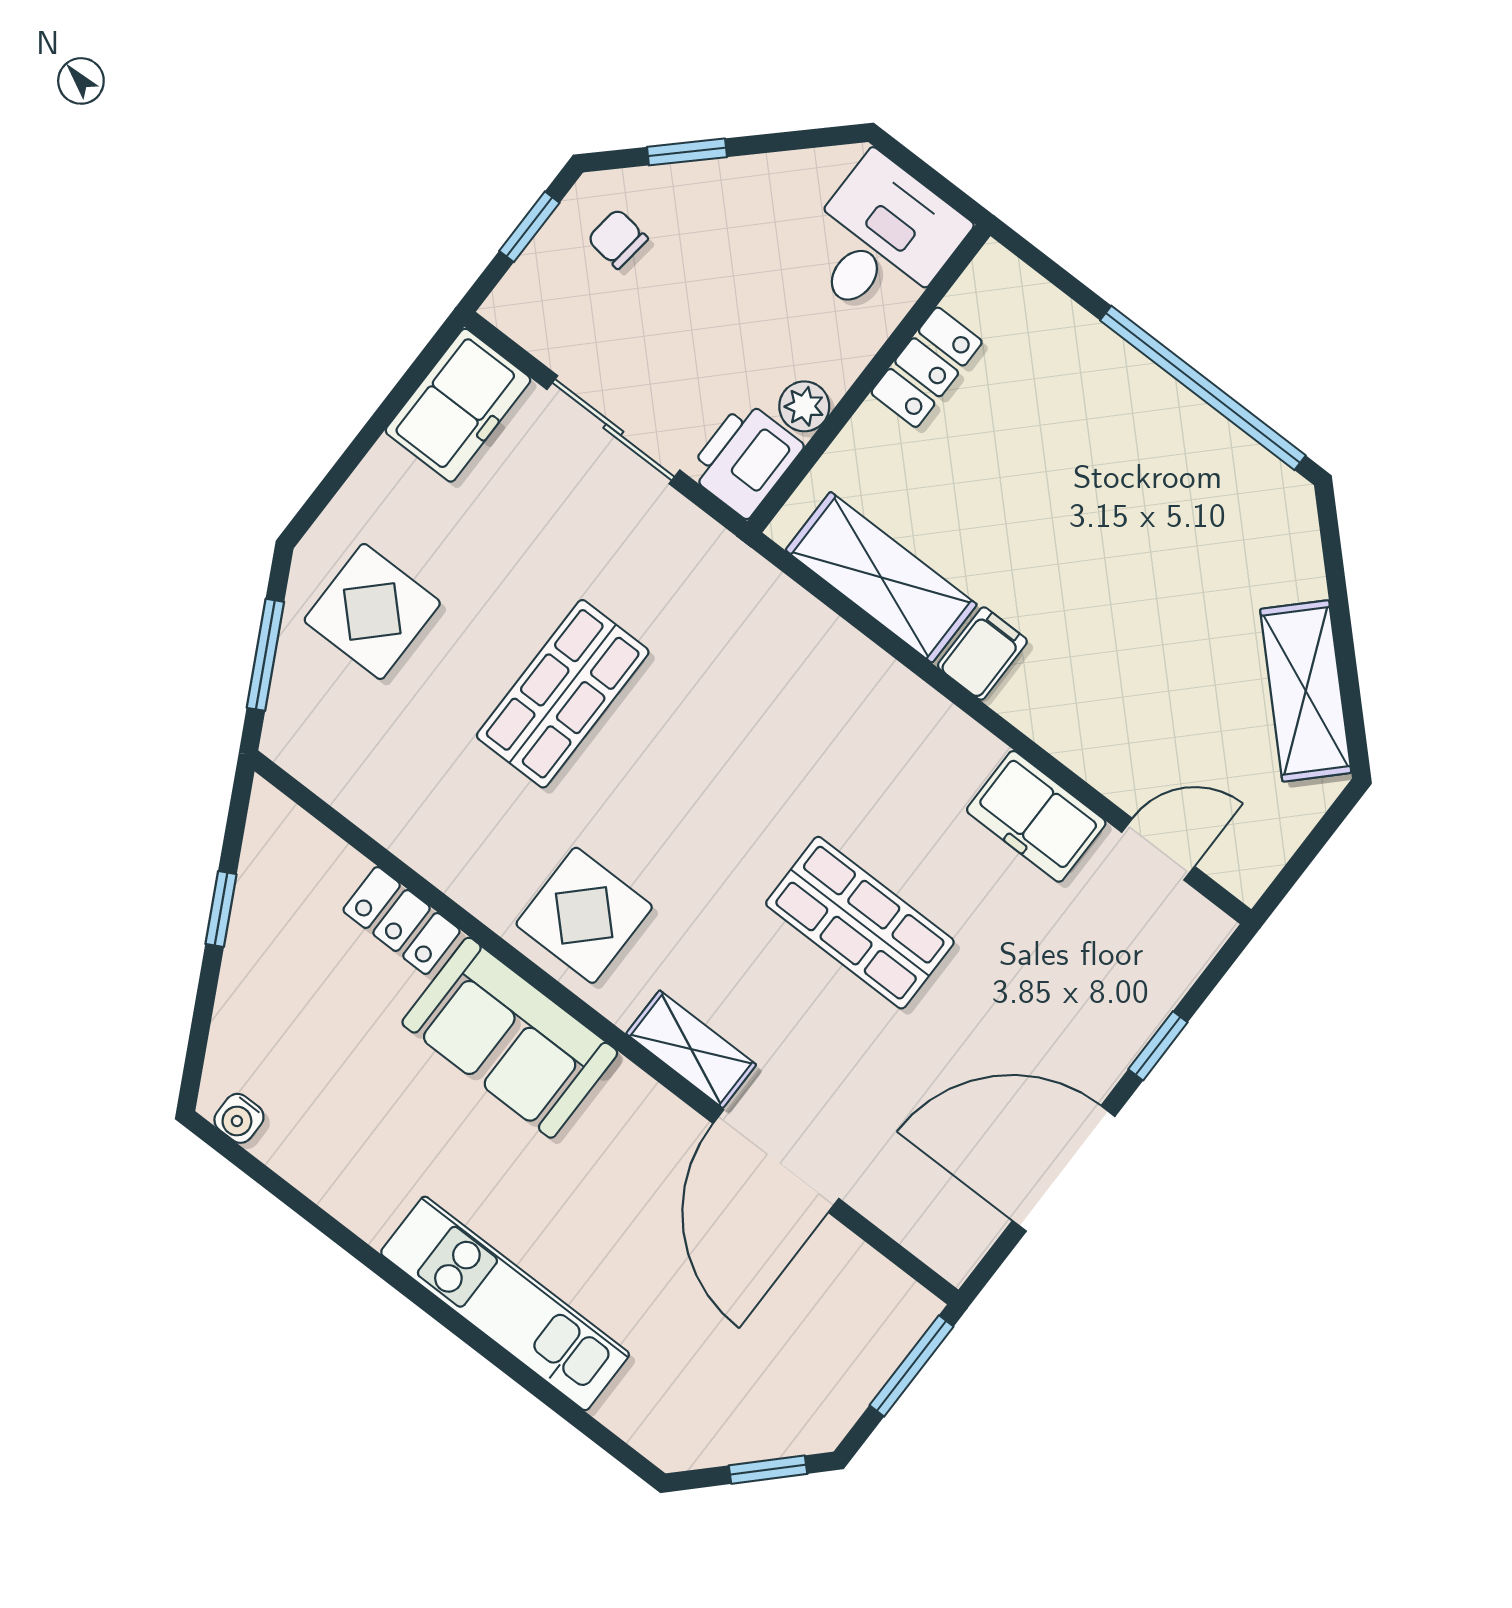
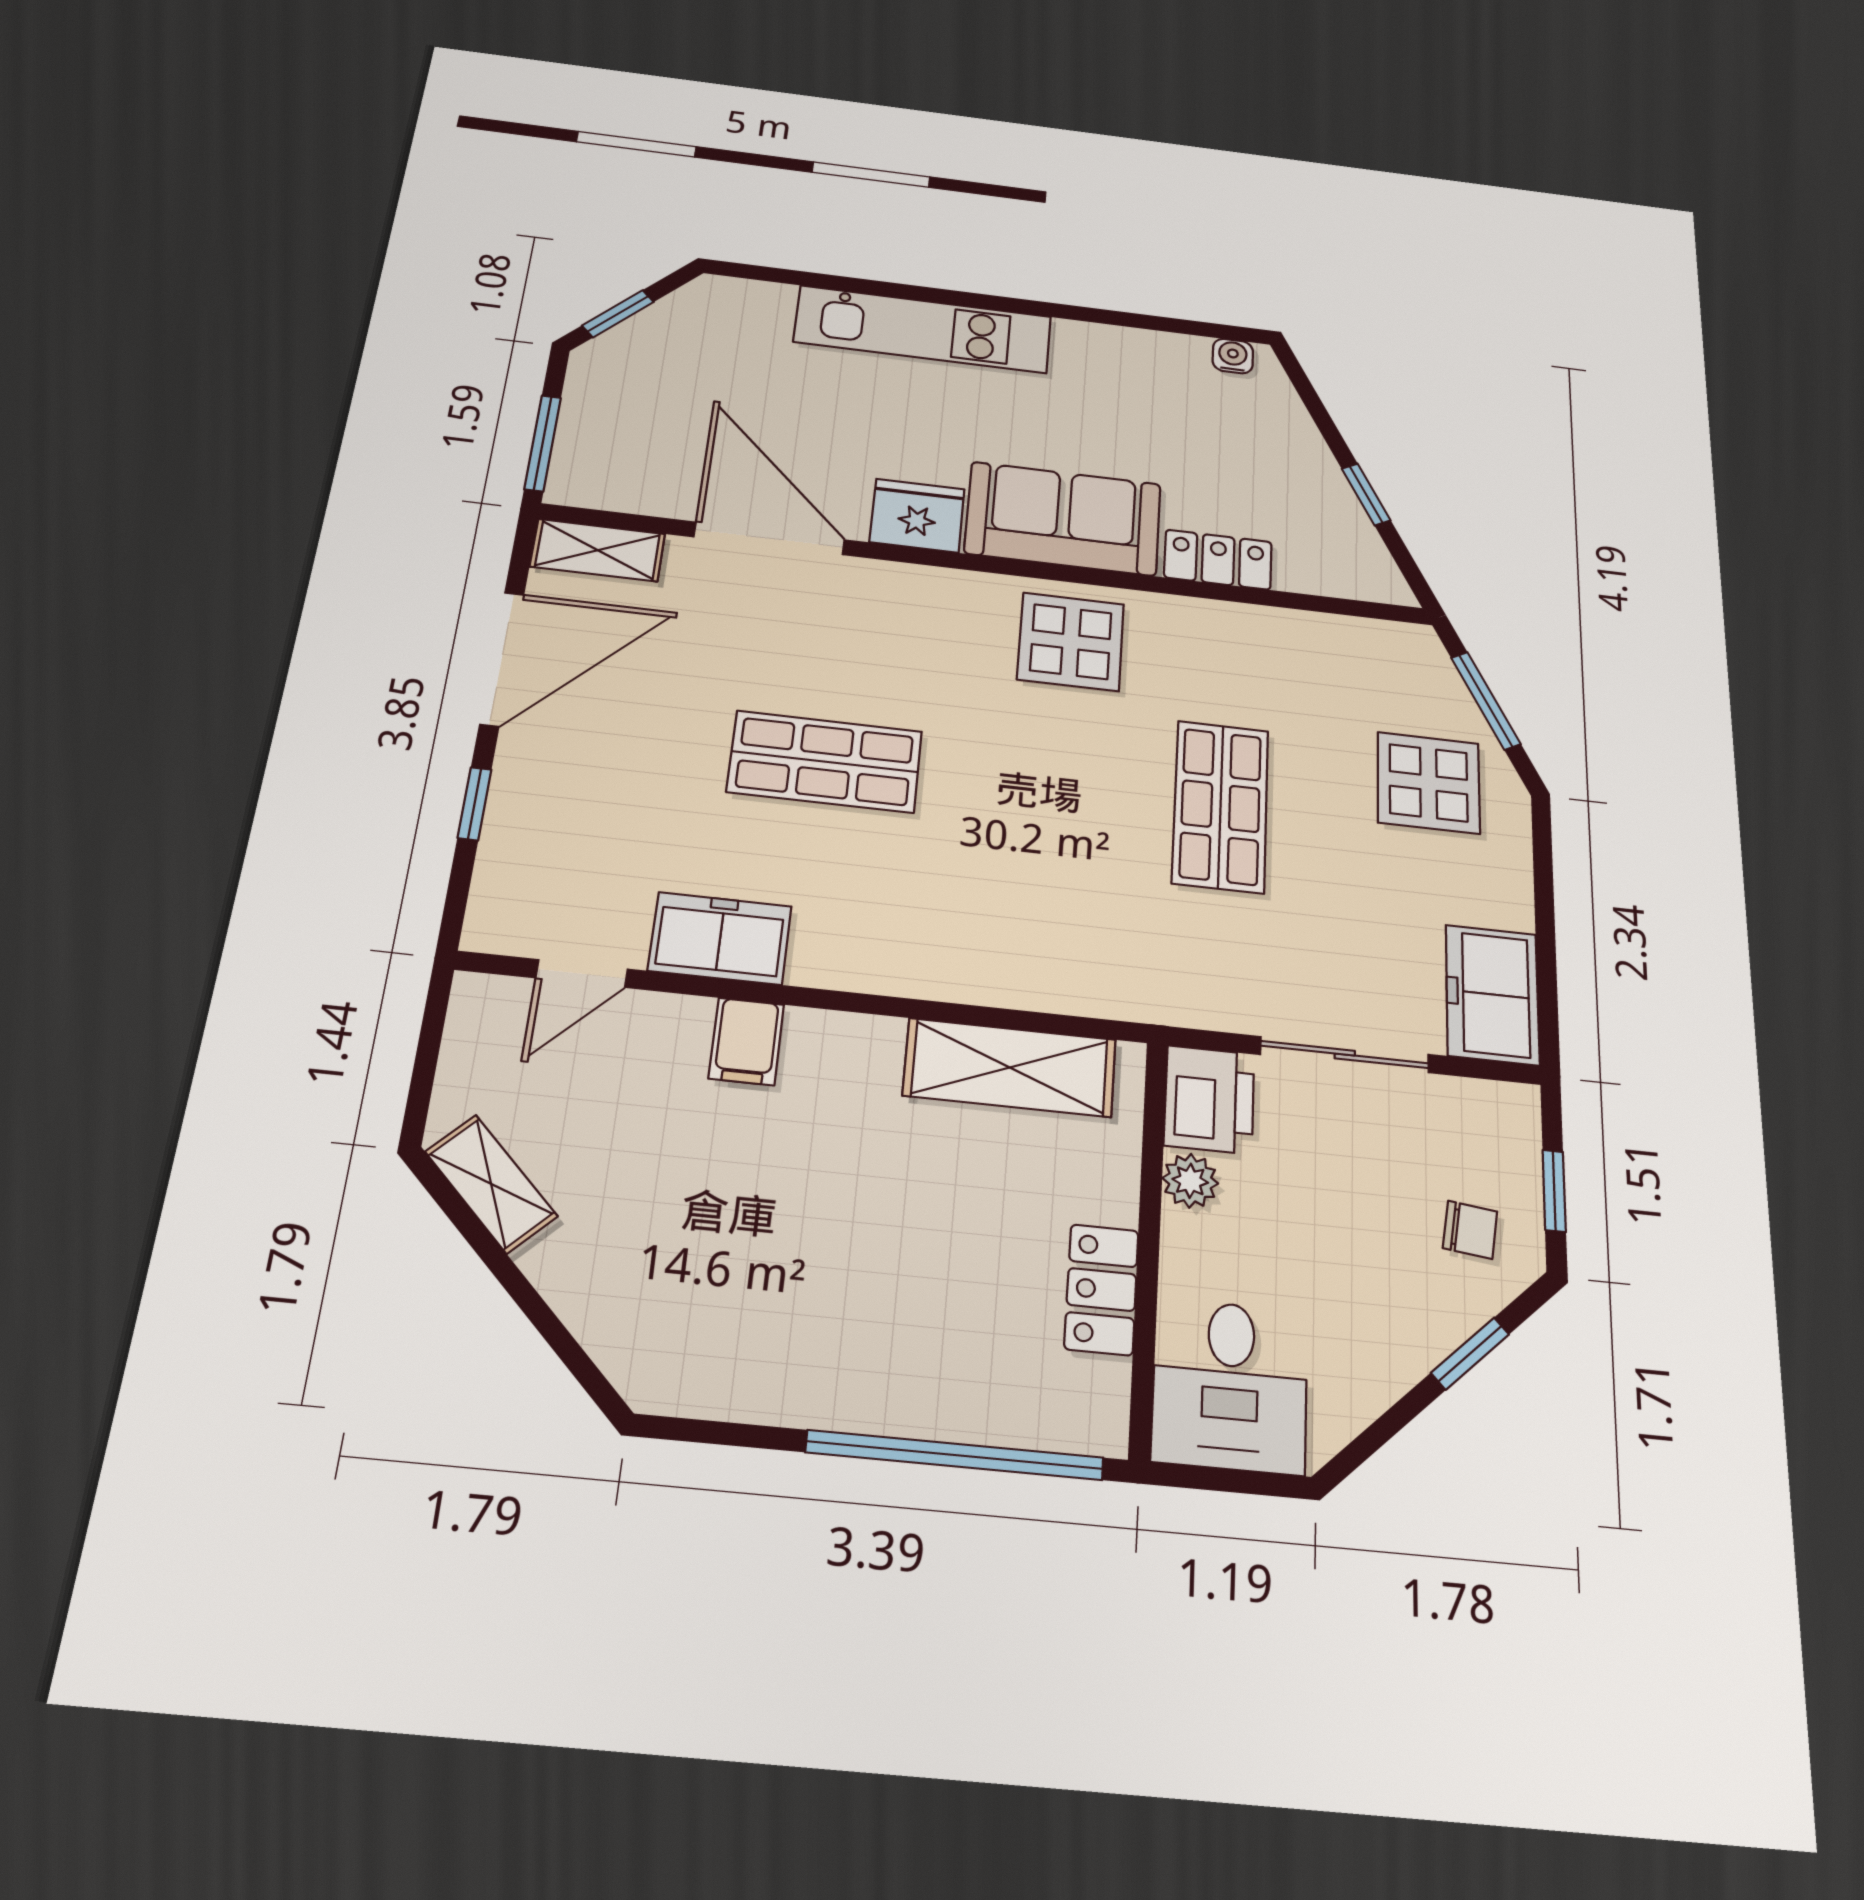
window: (1203, 388) -> (955, 1455), moved
filing cabinet: (982, 653) -> (746, 1041), moved
shelving: (1306, 691) -> (491, 1184), width x0.67, depth x0.75
shelving: (691, 1049) -> (598, 550), moved
fridge: (635, 1112) -> (917, 516), added

